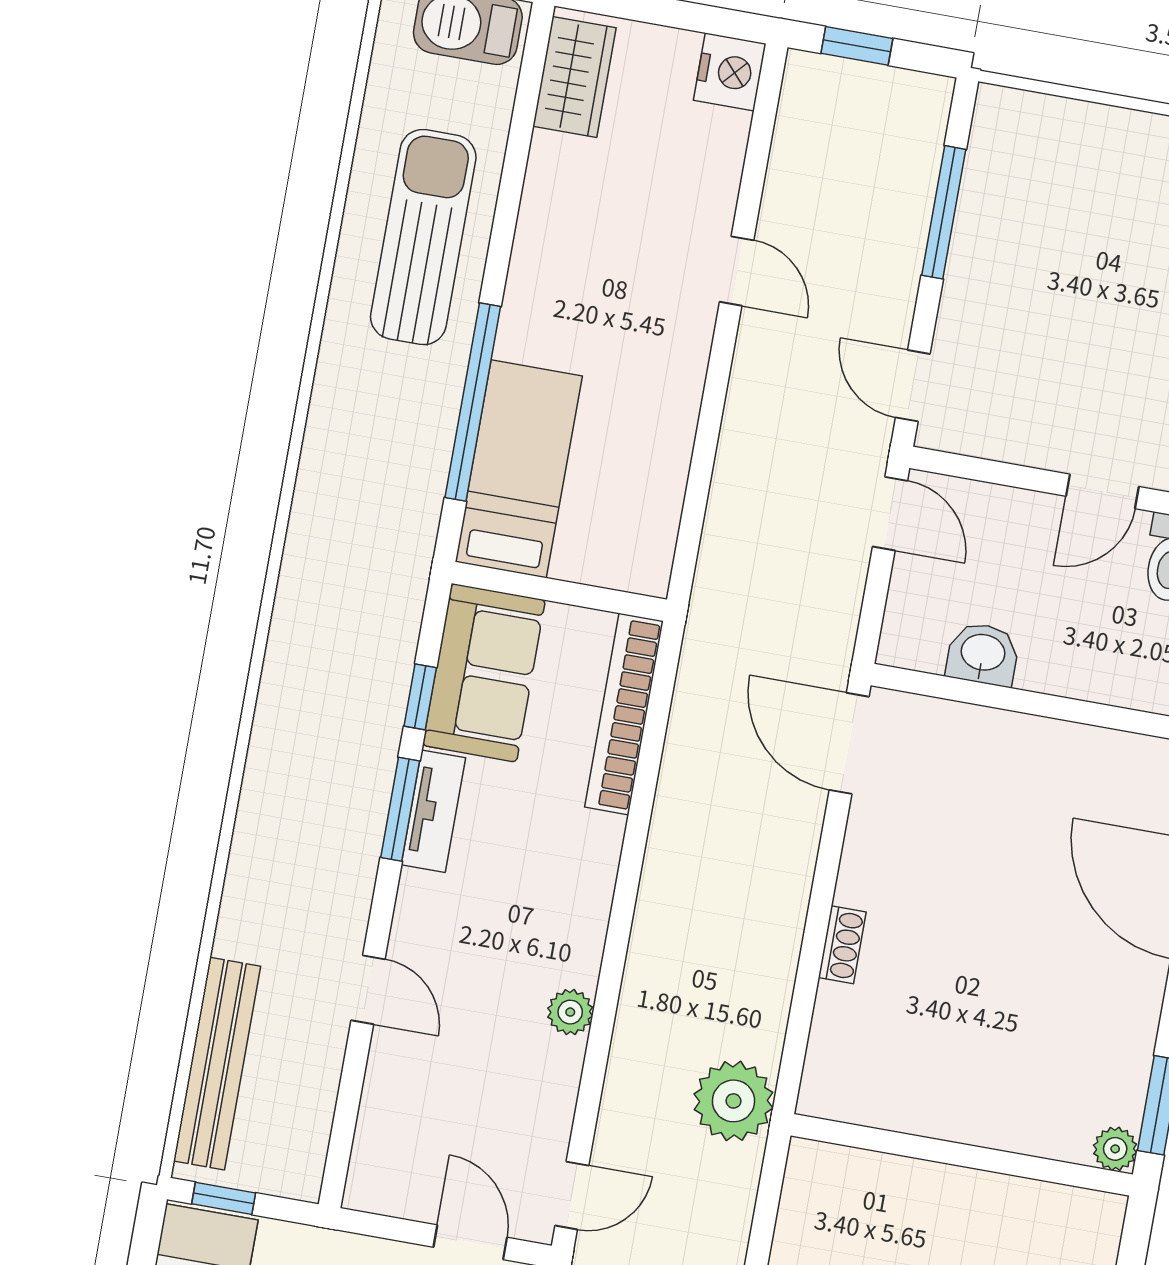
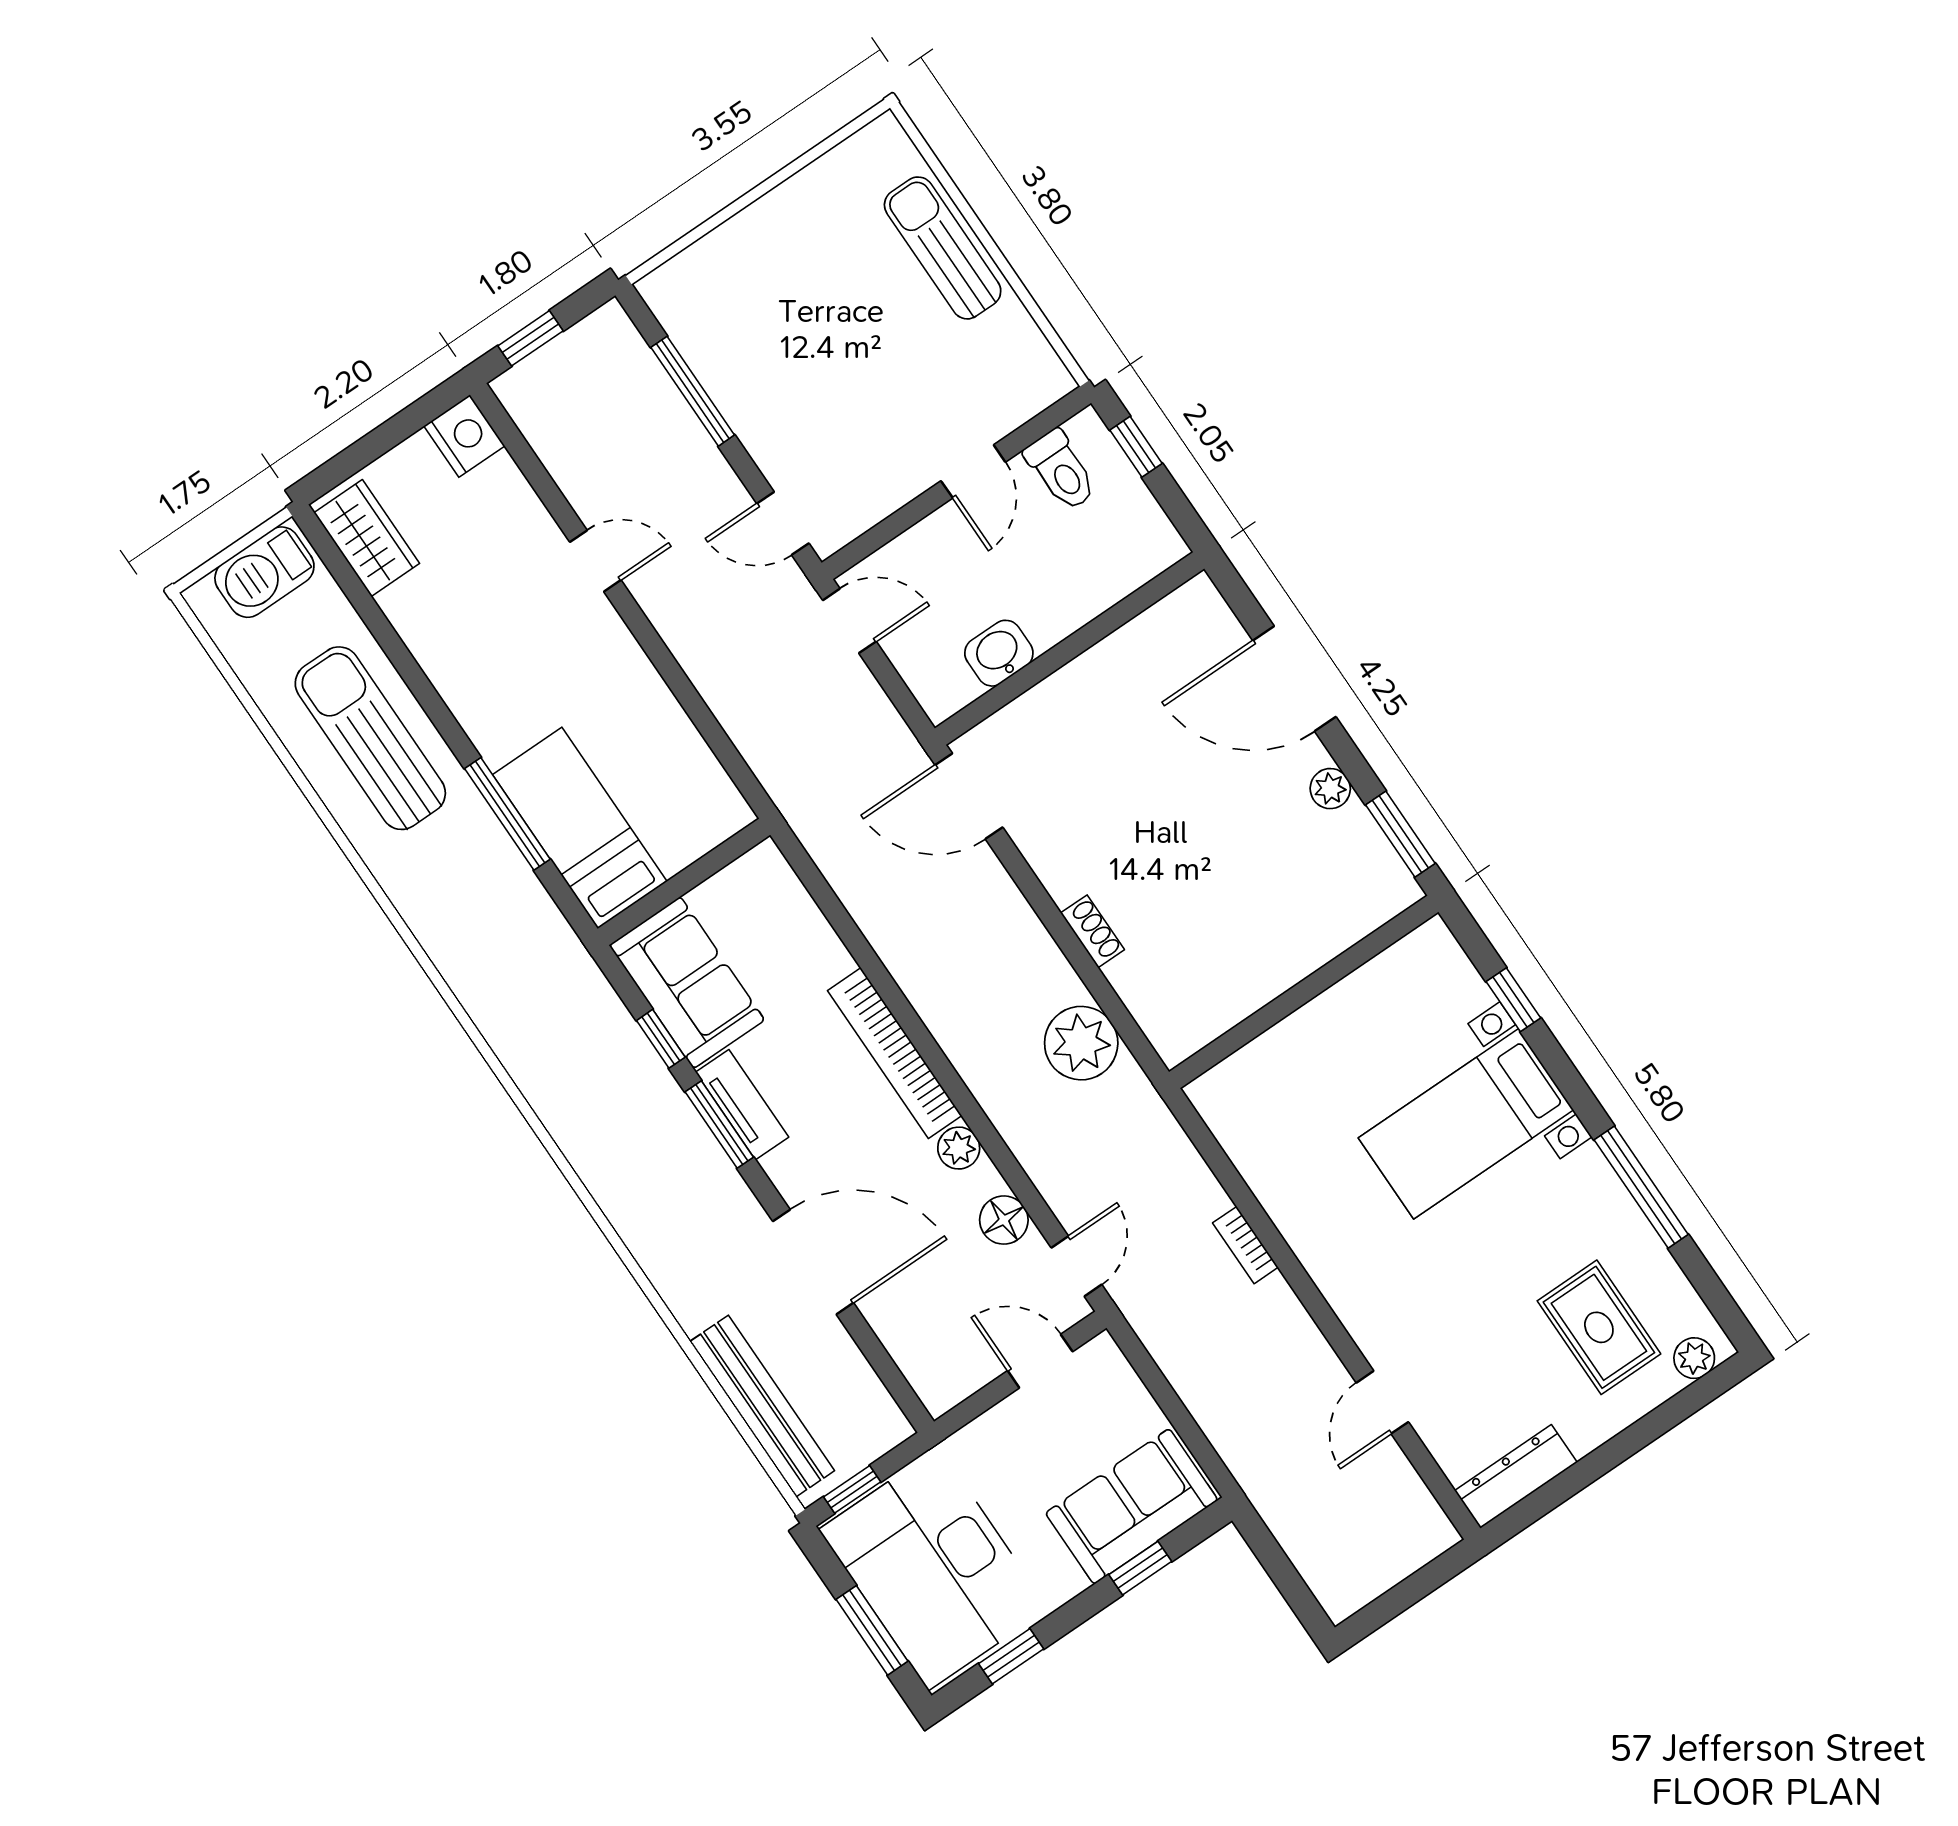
window: (473, 402) -> (507, 814), width x0.68
bookcase: (624, 714) -> (895, 1053), moved
door: (368, 990) -> (813, 1262), width x1.87
plant: (733, 1101) -> (1081, 1043), moved
floor lamp: (550, 1103) -> (1004, 1220), added
plant: (1115, 1149) -> (1330, 789), moved

